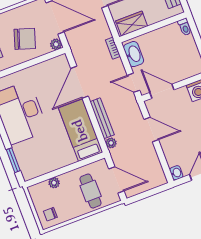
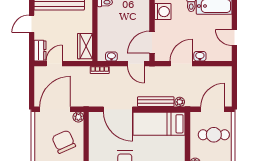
chair: (25, 39) -> (64, 142), turned -42
washbasin: (134, 54) -> (111, 56), width x0.52, depth x0.69
door: (134, 83) -> (136, 64), hinge flipped
washbasin: (176, 173) -> (200, 56), moved

